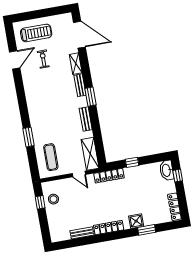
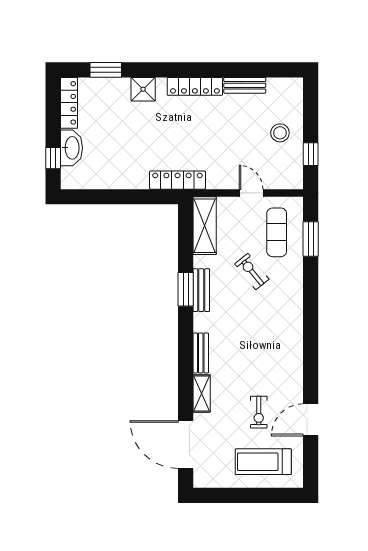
window: (90, 97) -> (186, 289), moved
exercise bike: (60, 134) -> (252, 272), added
window: (28, 137) -> (311, 239), moved
window: (132, 162) -> (131, 197), removed
washbasin: (167, 170) -> (71, 148), moved
door: (79, 174) -> (251, 193), moved
stool: (53, 199) -> (280, 133), moved
window: (147, 230) -> (106, 70), moved

